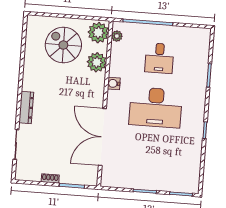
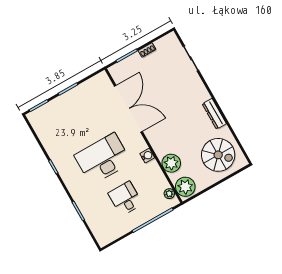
spiral stairs: (63, 45) -> (218, 155), moved
dresser: (26, 107) -> (214, 114), moved

